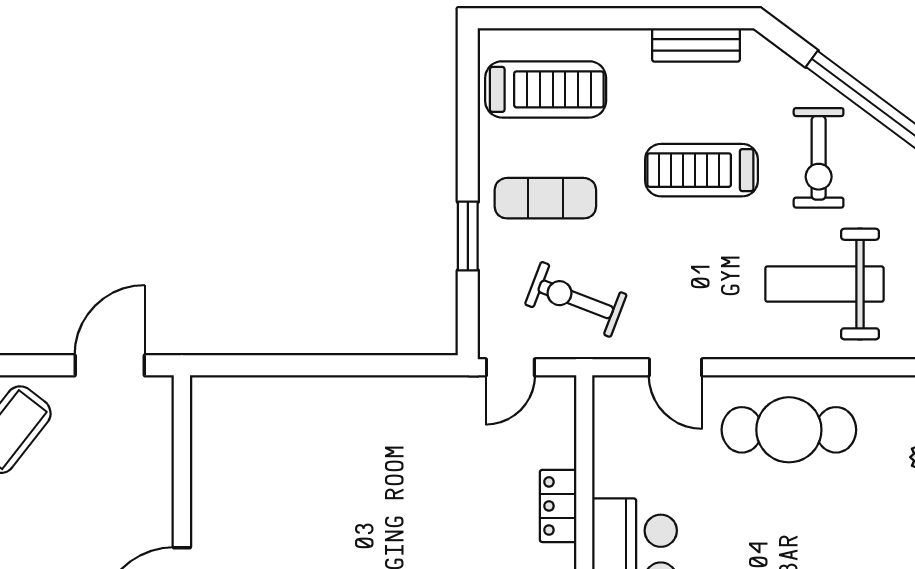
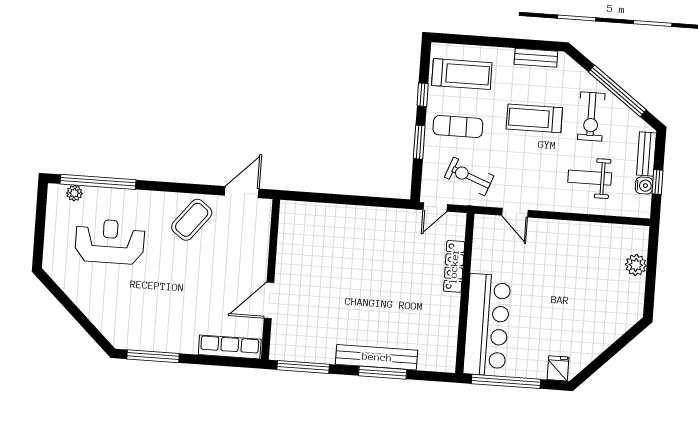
window: (468, 138) -> (423, 95), added
weight bench: (824, 284) -> (590, 178), width x0.73, depth x0.75
cafe table: (789, 430) -> (567, 247), removed
locker: (558, 506) -> (454, 266), width x1.53

